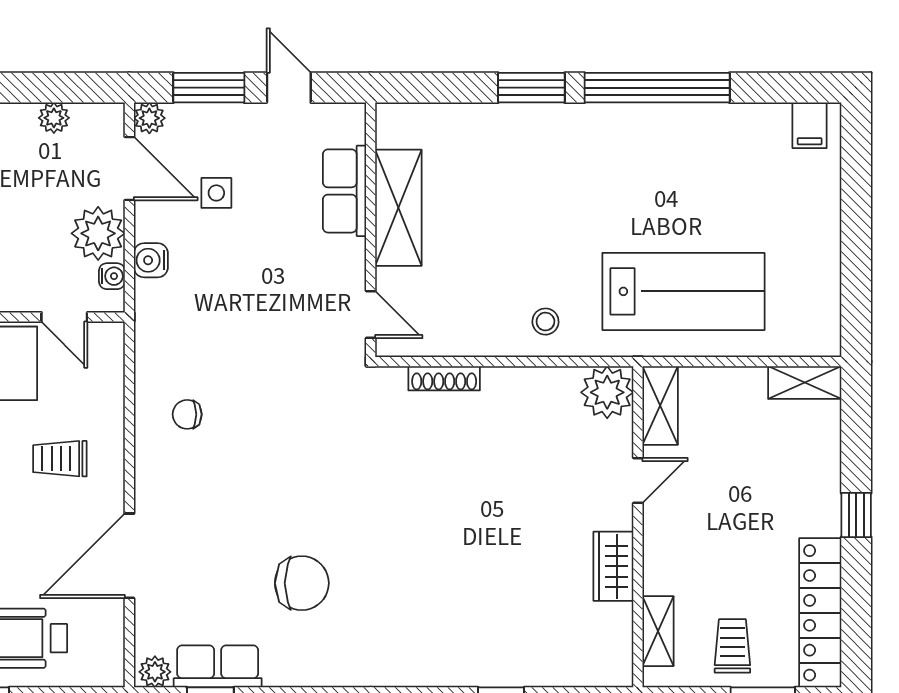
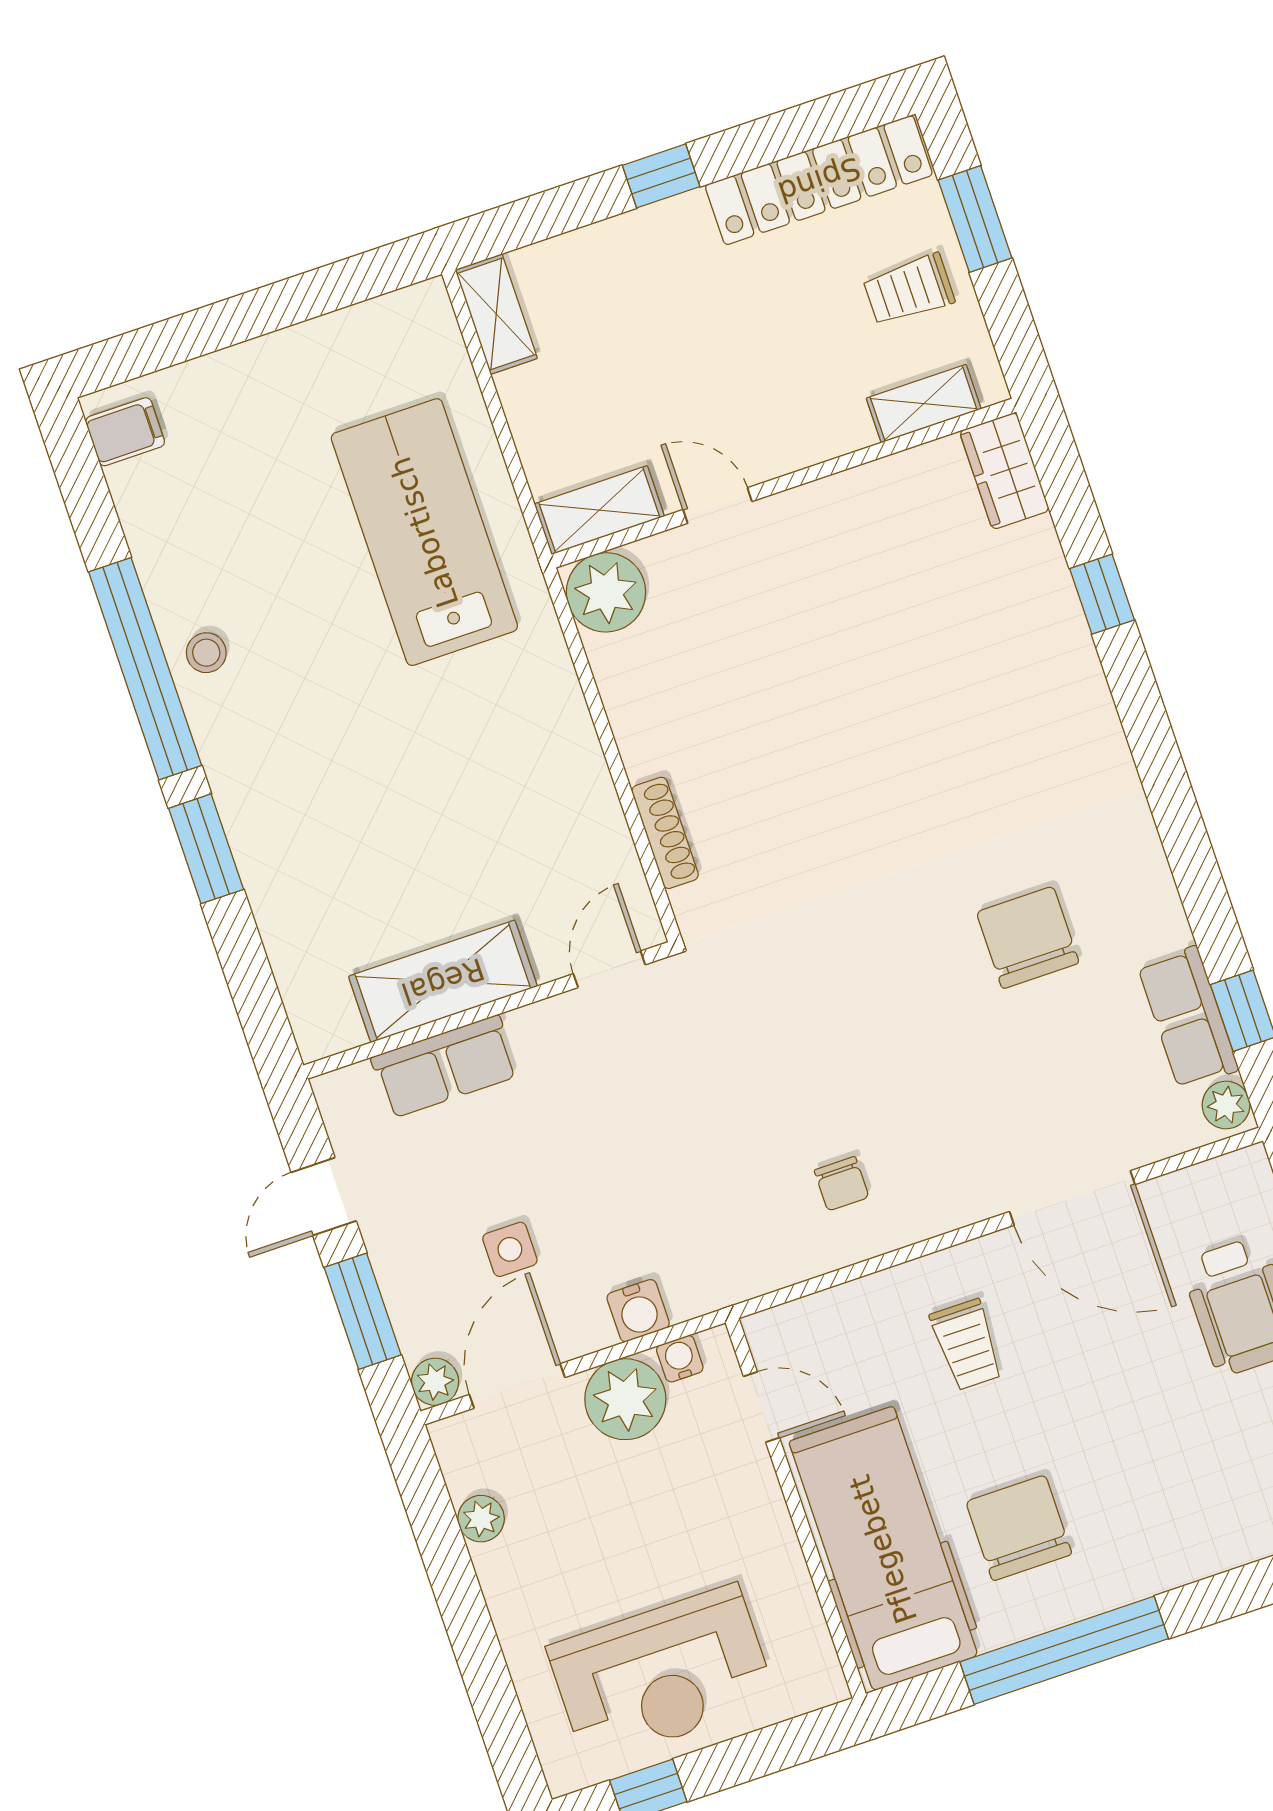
door: (64, 317) -> (762, 1407), hinge flipped
stool: (545, 322) -> (206, 653), moved
wardrobe: (613, 566) -> (1004, 471), moved, turned 90

